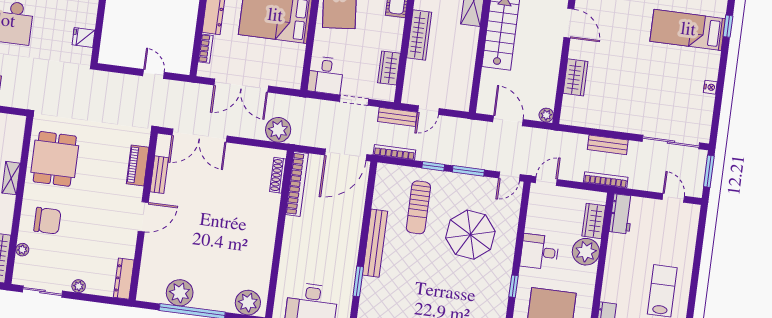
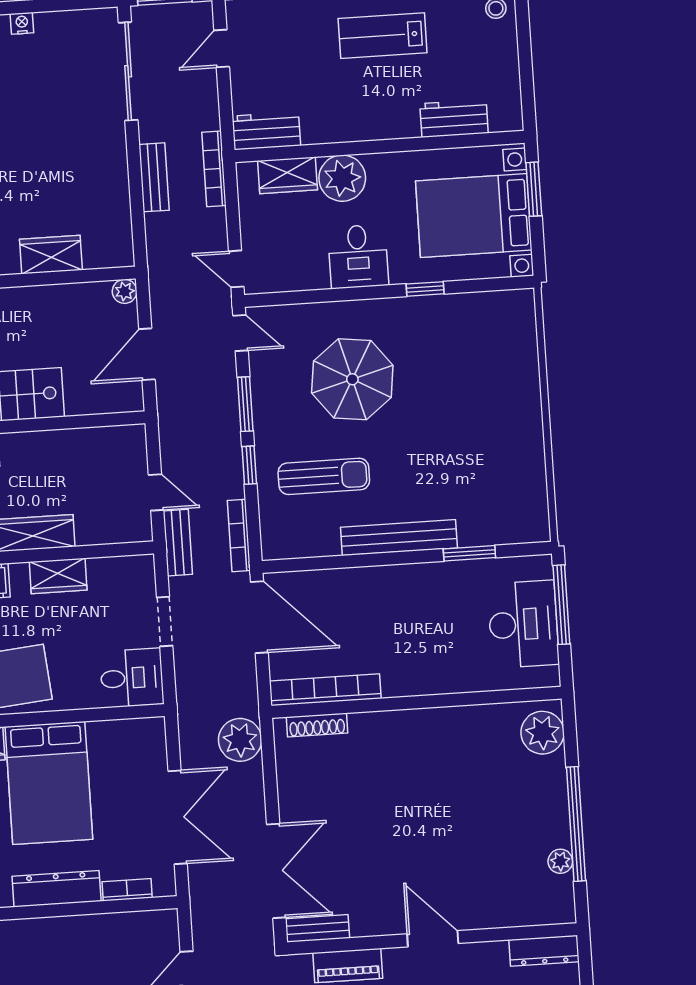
wardrobe: (389, 68) -> (58, 576), moved
bench: (159, 175) -> (317, 928), moved
plant: (180, 293) -> (560, 861), width x0.53, depth x0.53

